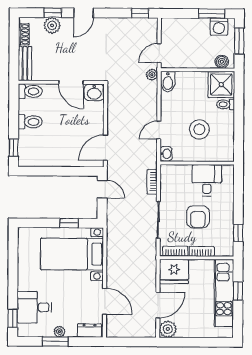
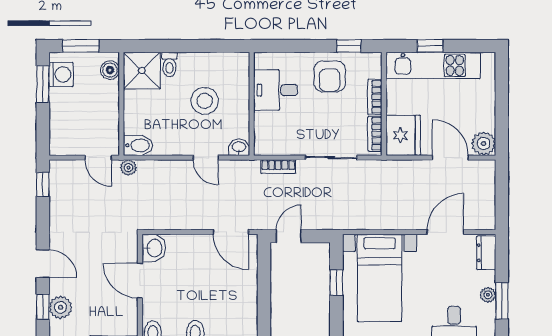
door: (71, 82) -> (140, 281), swing flipped
armchair: (198, 217) -> (330, 76), moved, turned 90

